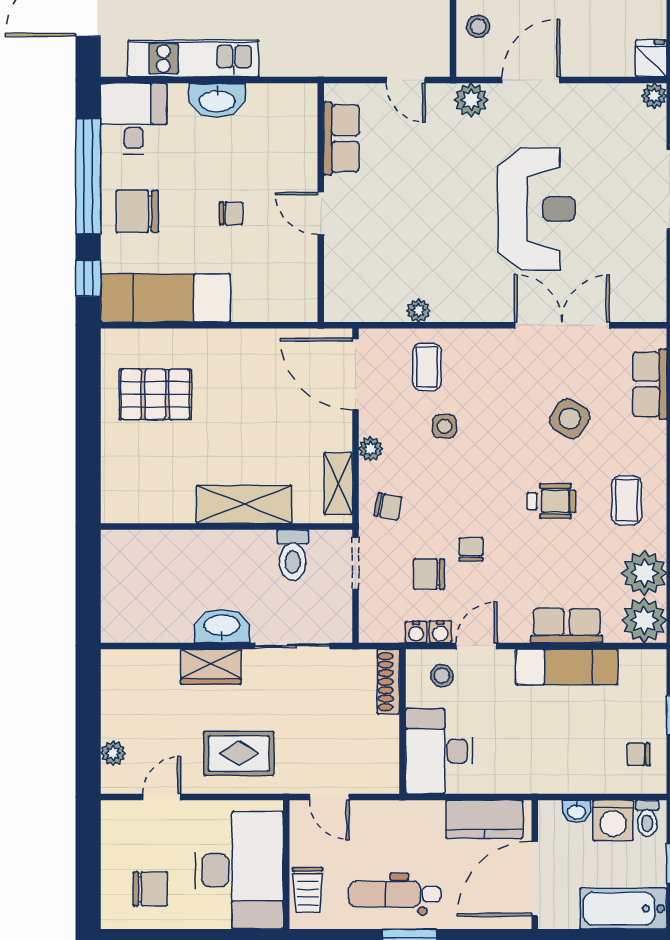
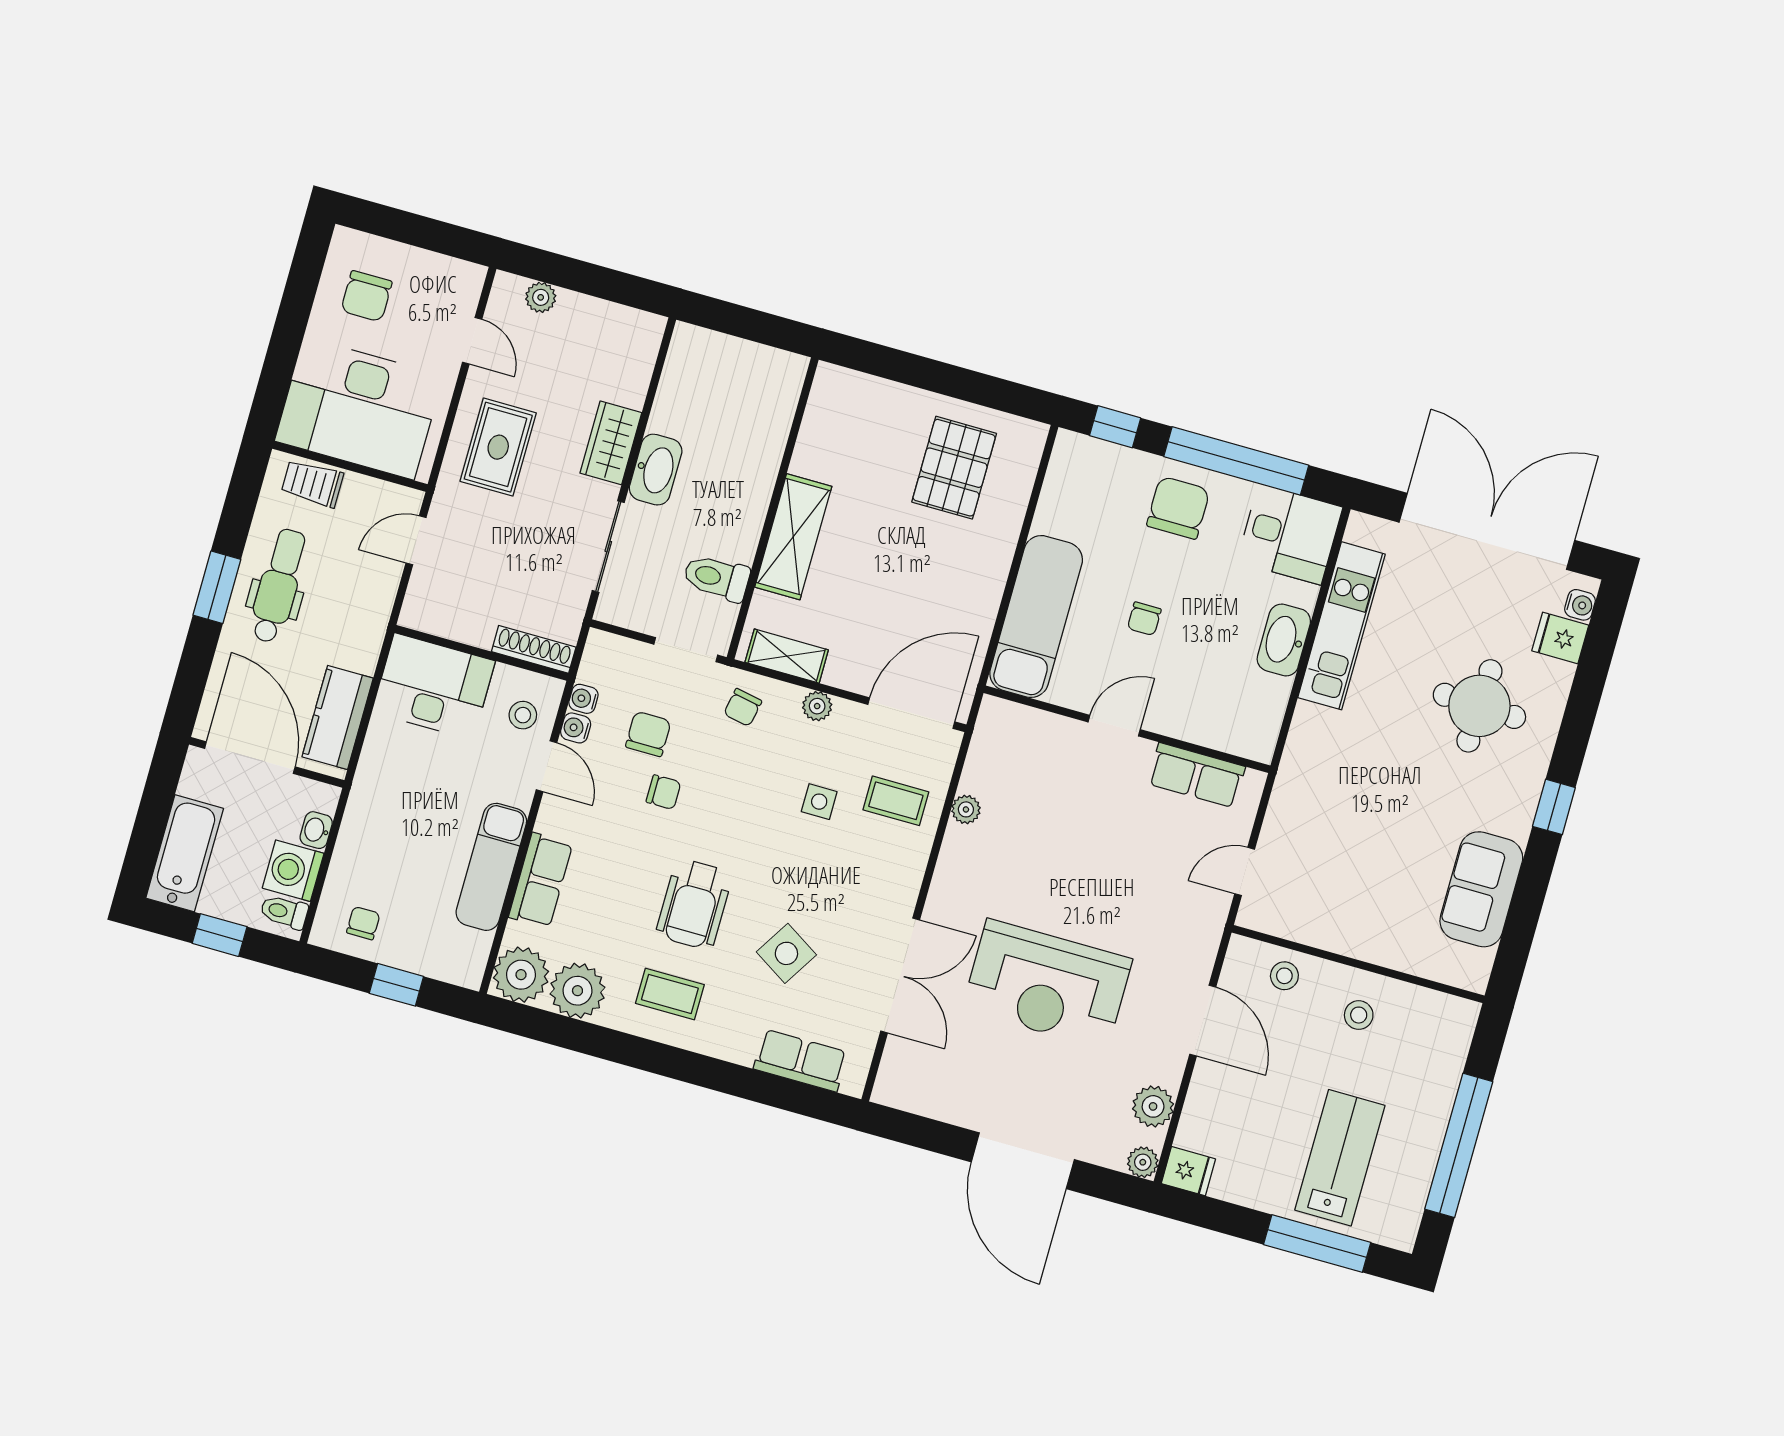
plant: (471, 100) -> (1153, 1106), moved
exam couch: (165, 298) -> (1036, 617), moved
wheelchair: (551, 501) -> (694, 904), width x1.36, depth x1.37

